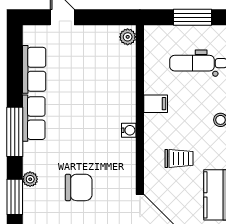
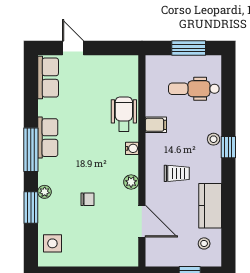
plant: (128, 37) -> (131, 182), moved
row of seats: (34, 69) -> (48, 78), moved
wheelchair: (120, 92) -> (124, 114), added
chair: (79, 187) -> (88, 199), width x0.54, depth x0.54

